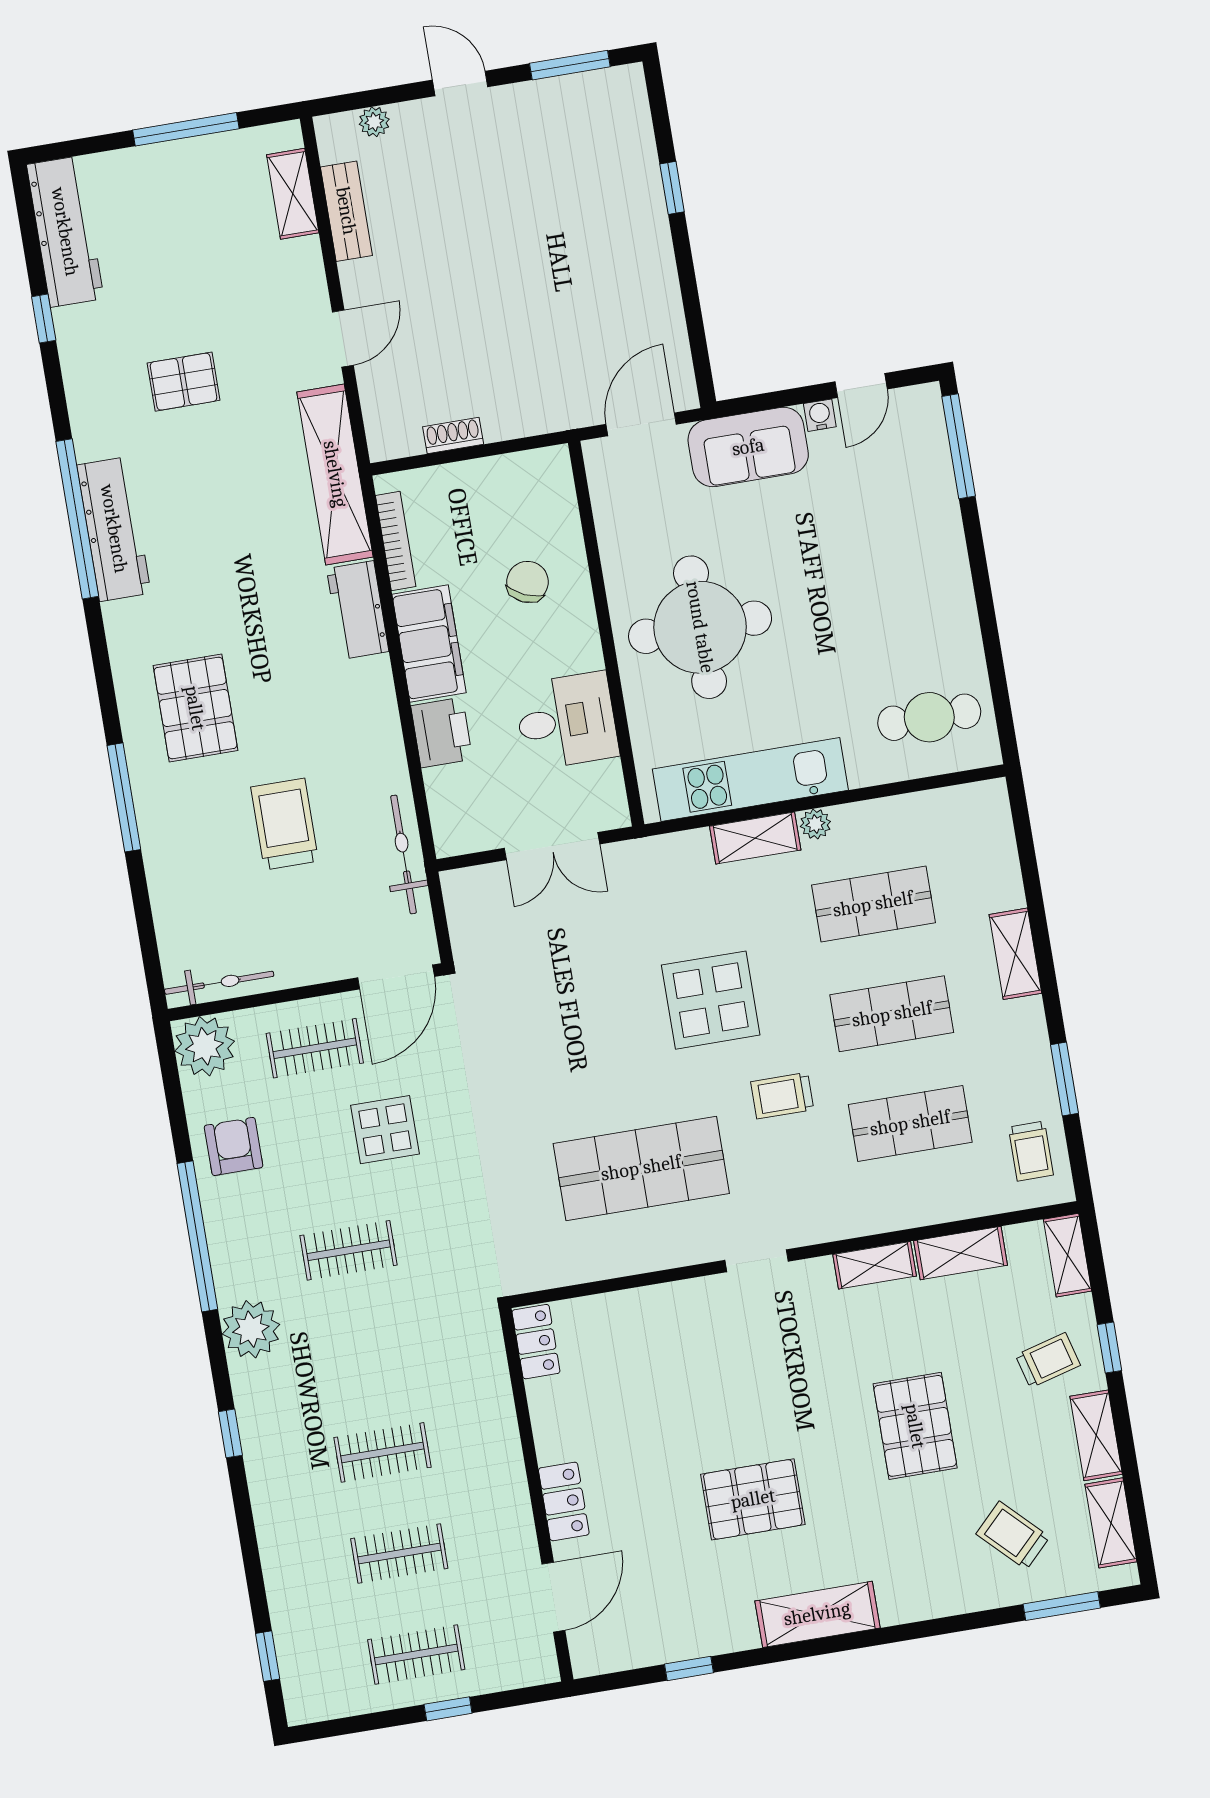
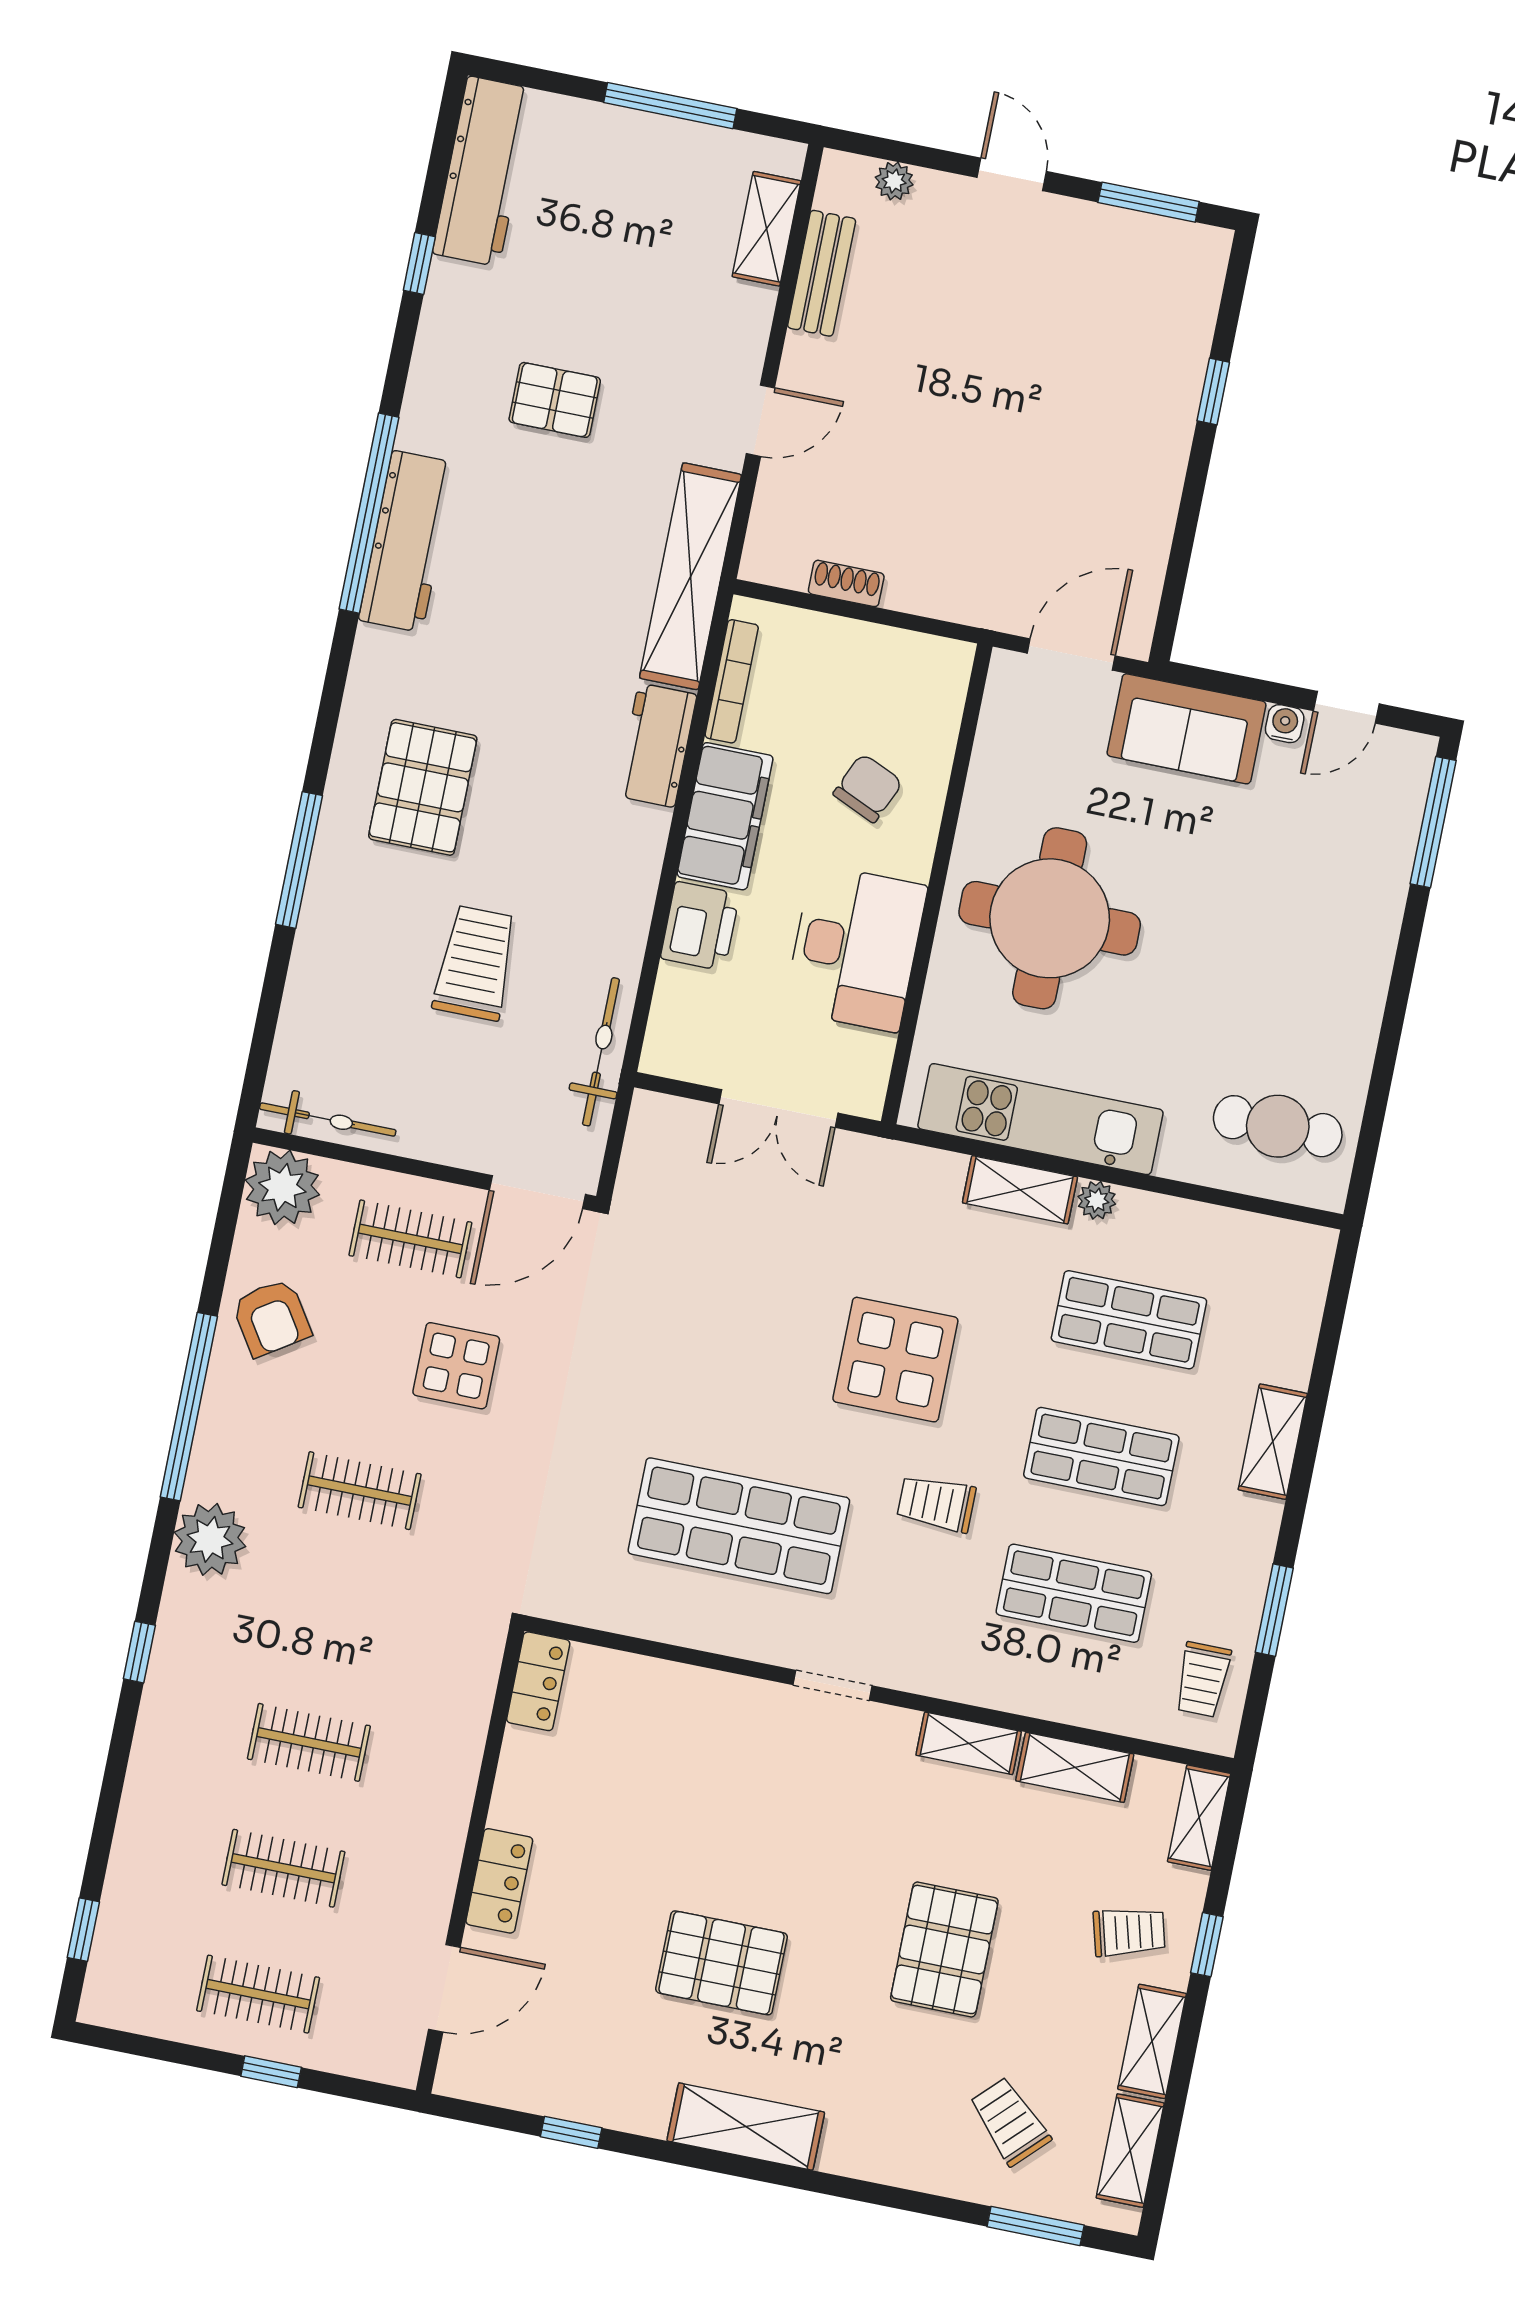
desk: (566, 721) -> (855, 948), width x1.37
armchair: (234, 1146) -> (271, 1318), turned 147

